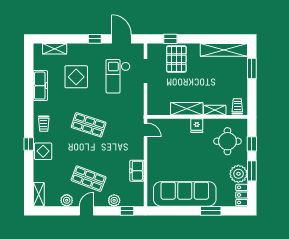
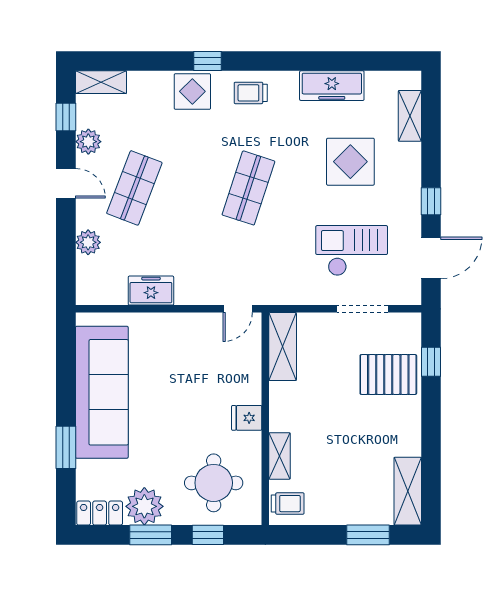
shelving: (224, 50) -> (408, 491), width x0.68
shelving: (187, 109) -> (283, 347), moved
window: (127, 211) -> (66, 117), moved

